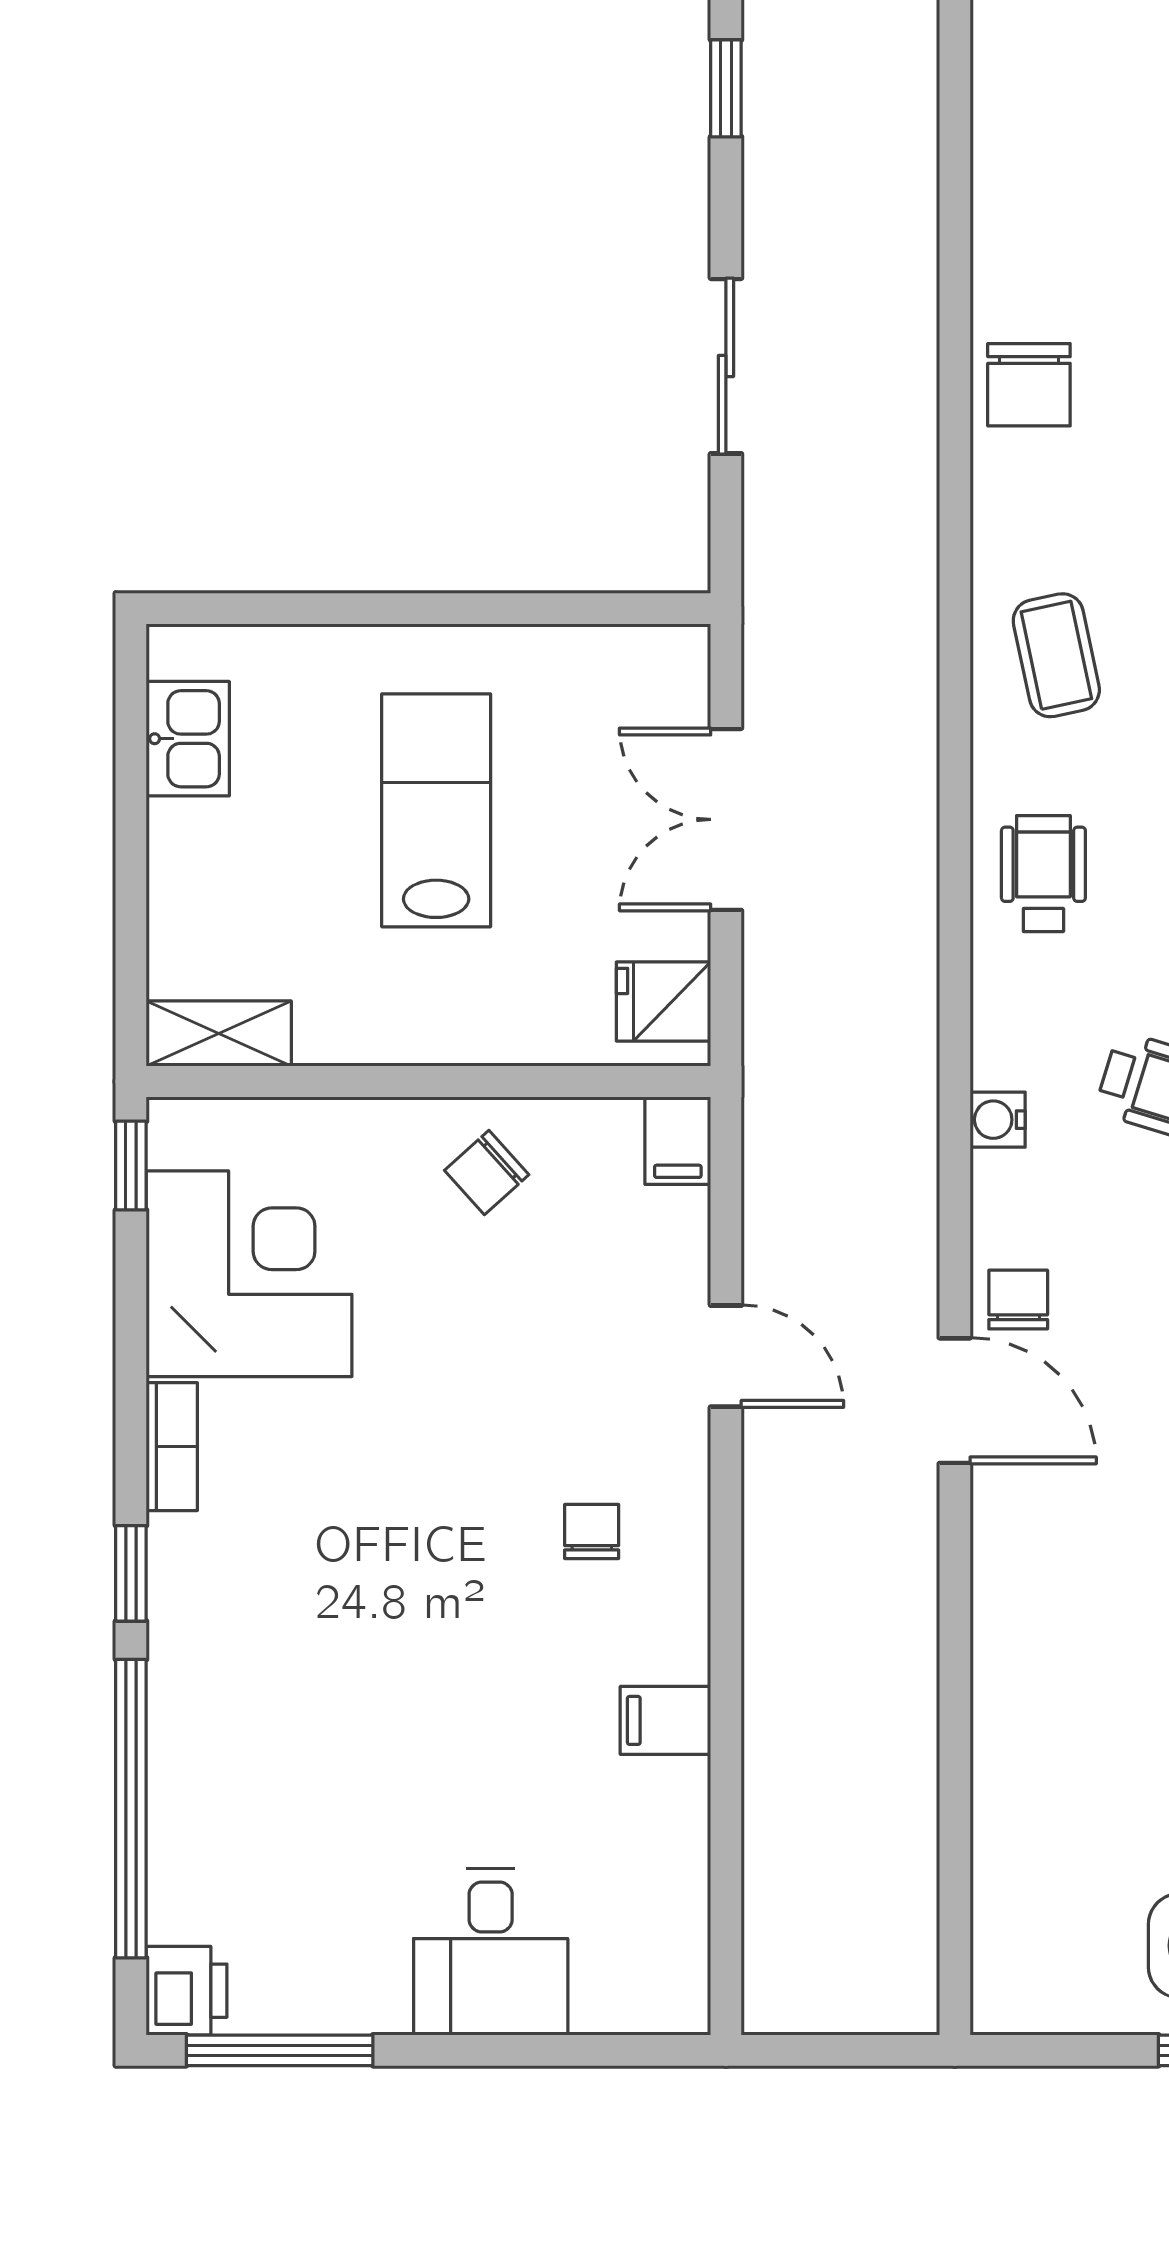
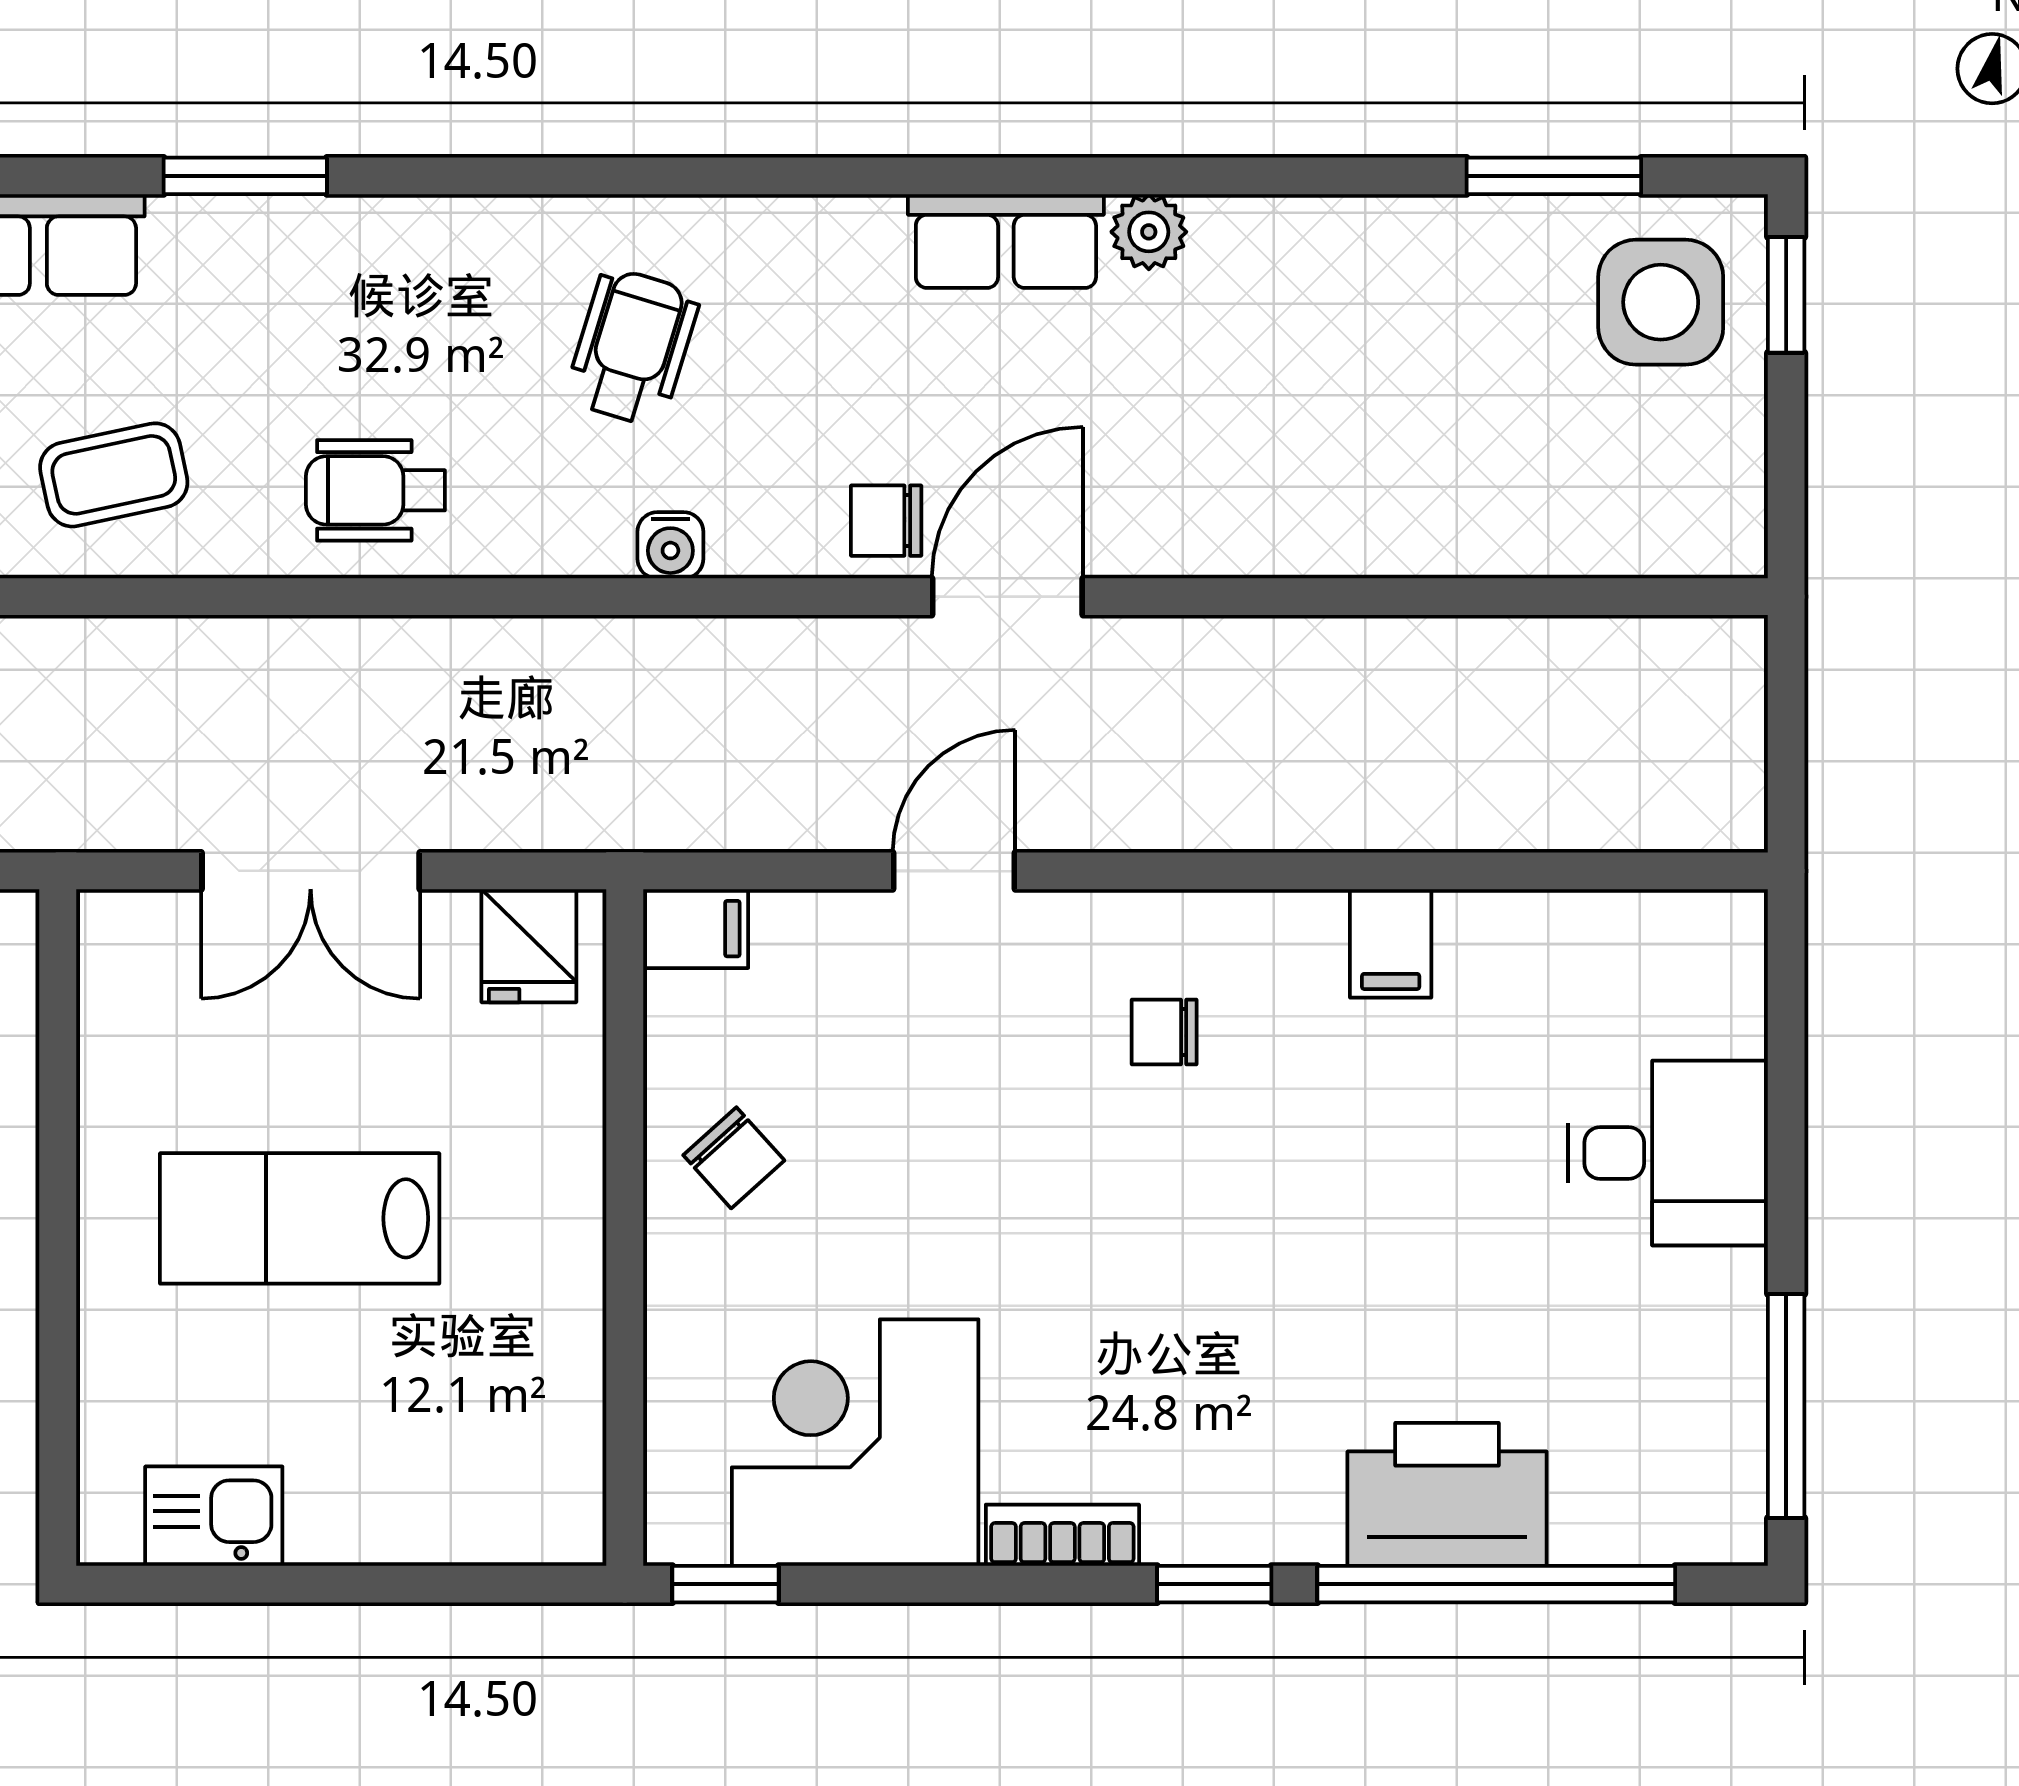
shelving: (219, 1034) -> (567, 1479), removed
printer: (187, 1991) -> (1447, 1494), moved, width x1.87, depth x1.48

